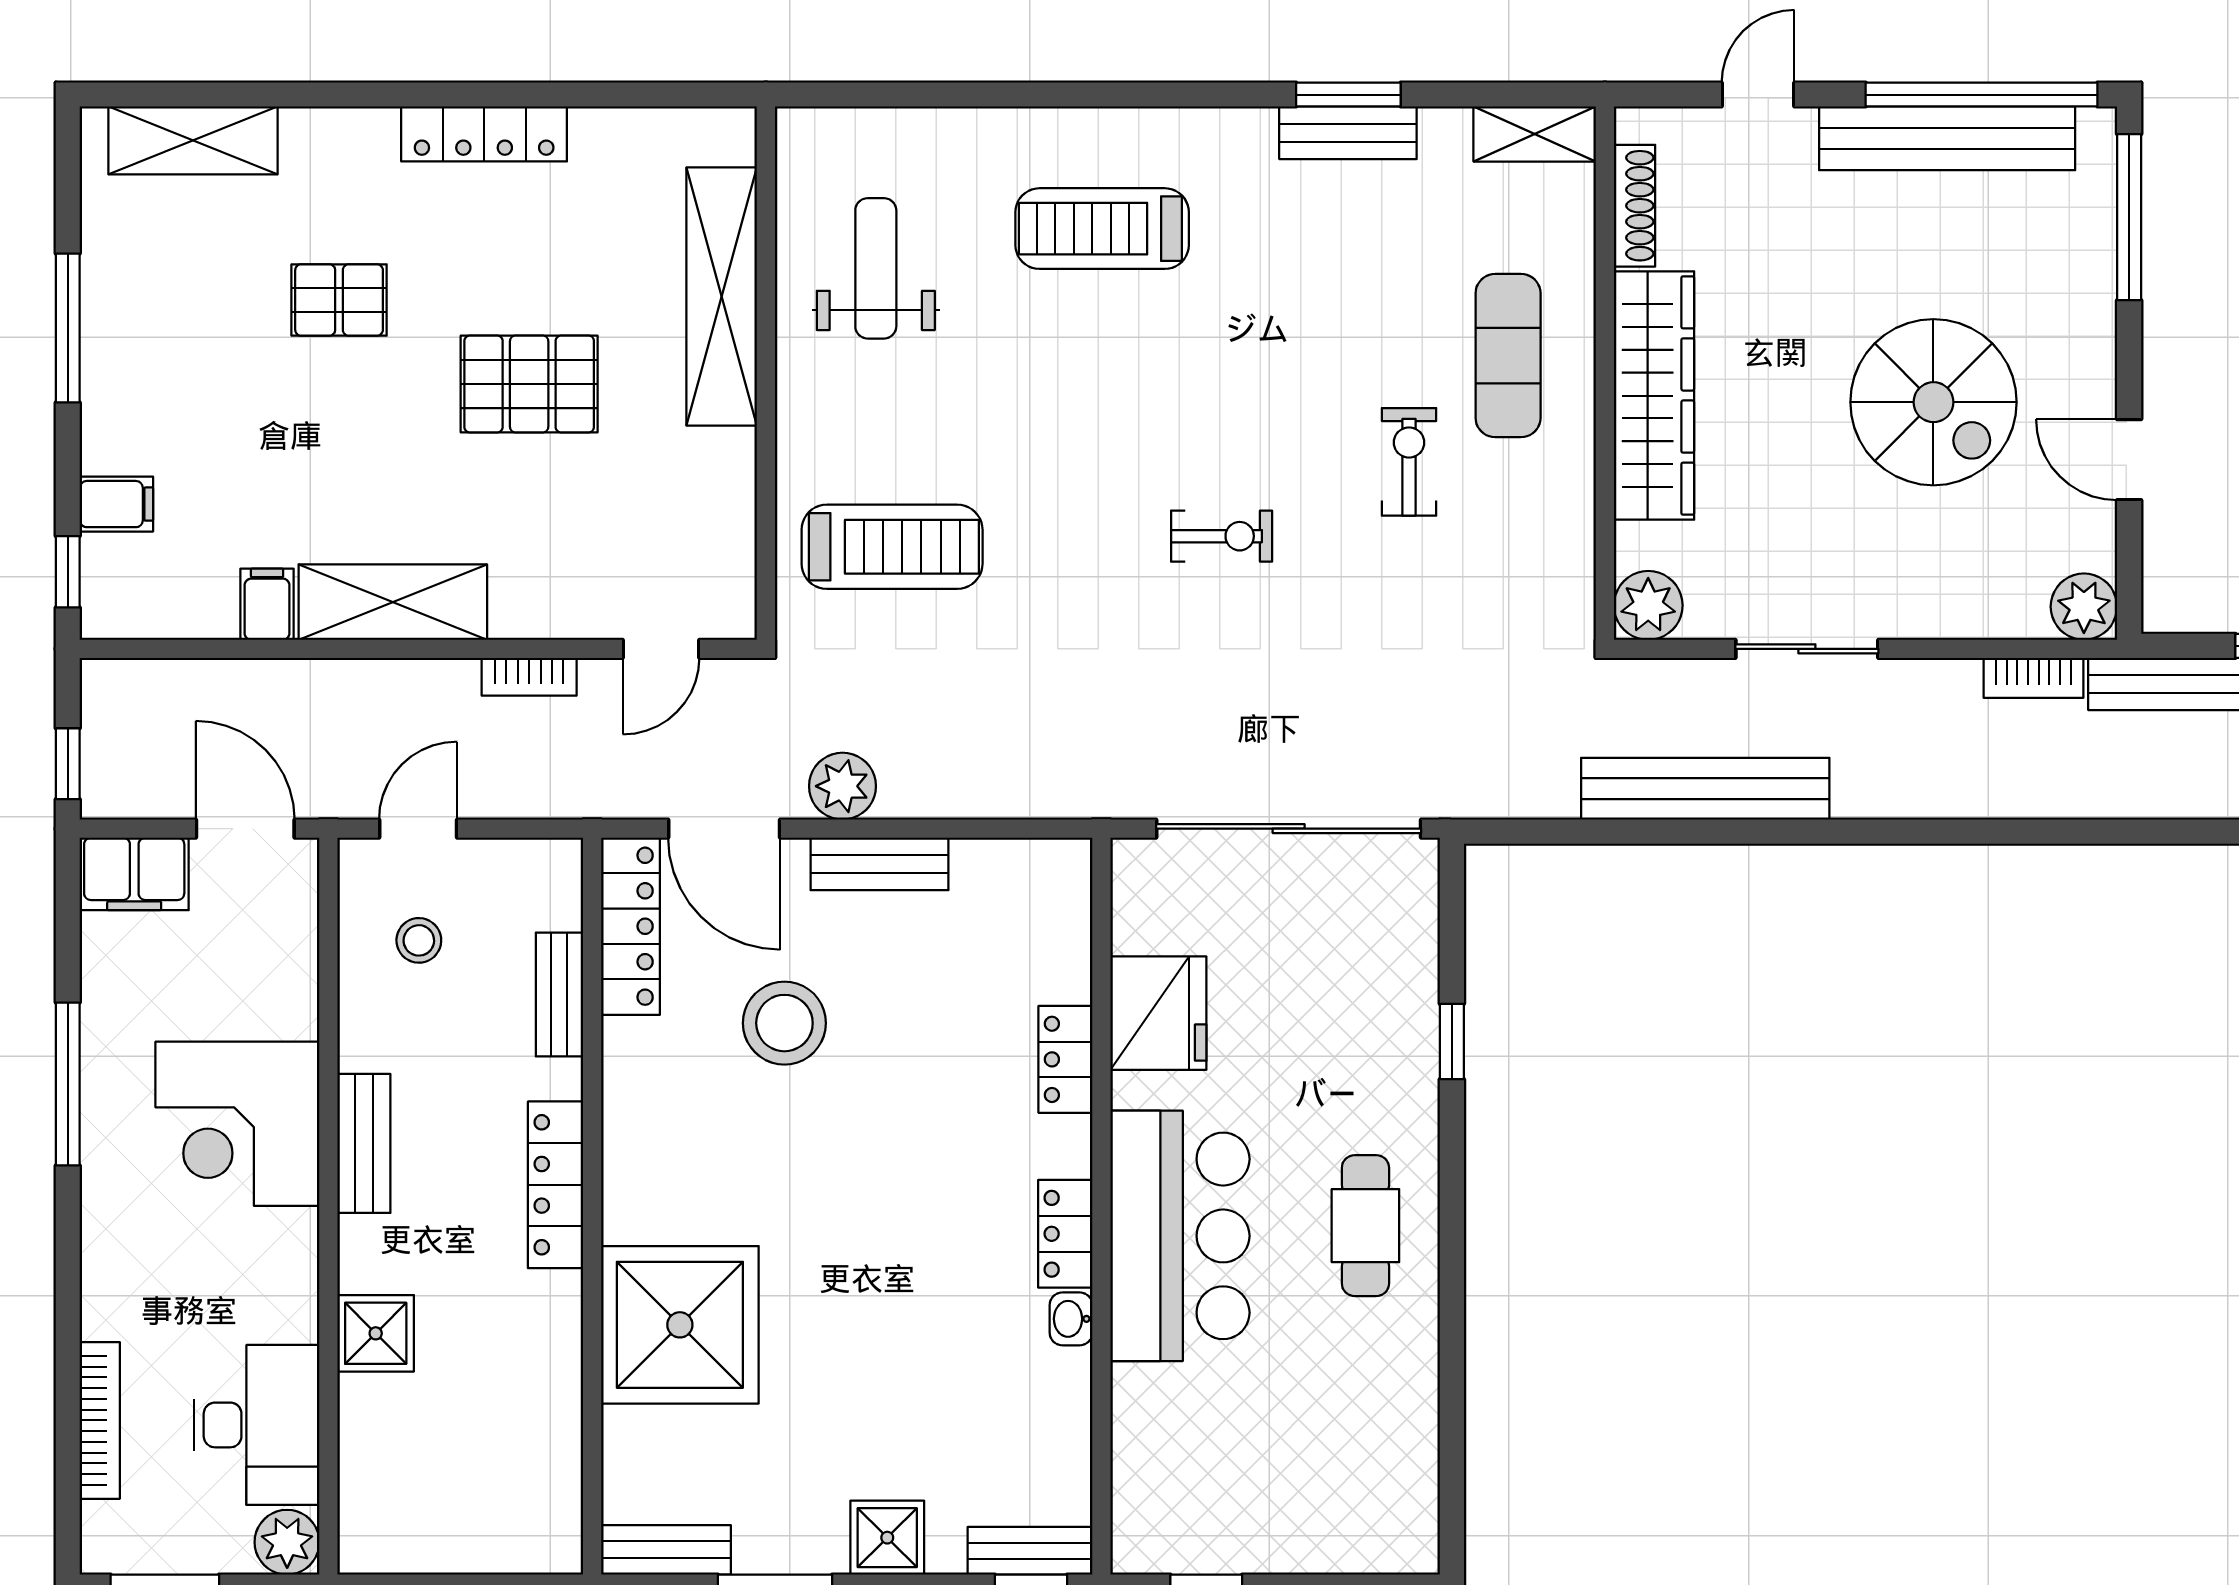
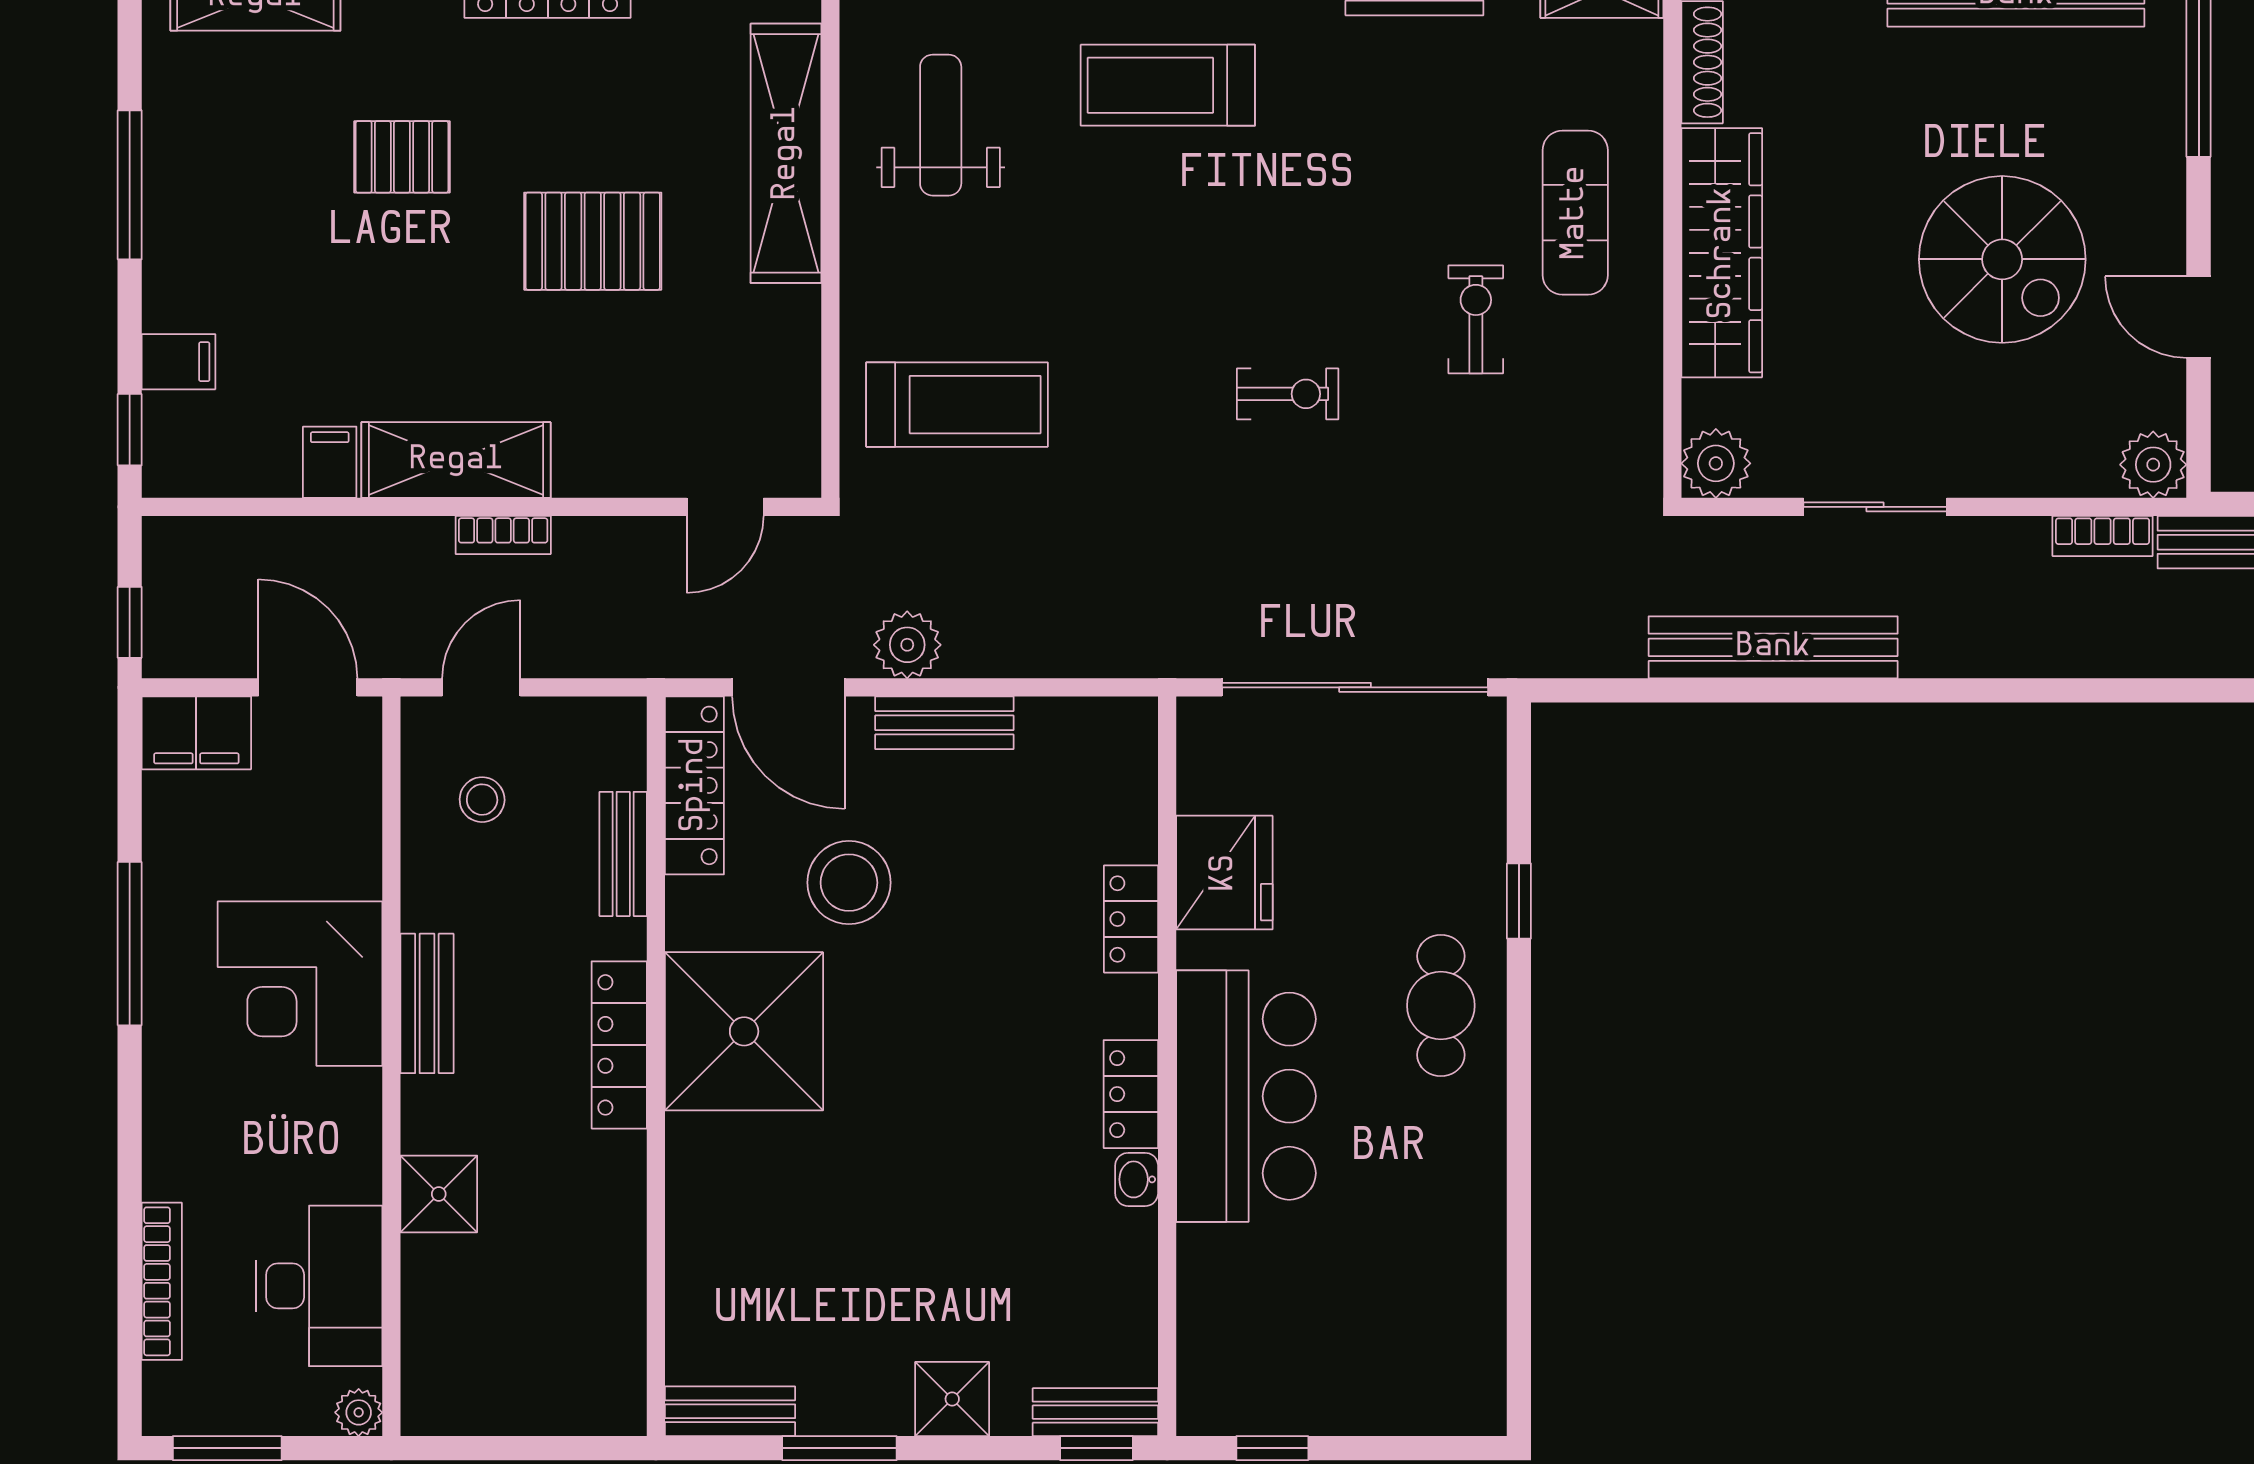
bookcase: (529, 677) -> (503, 535), moved
cafe table: (1365, 1226) -> (1441, 1006), moved
shower: (680, 1325) -> (744, 1031), moved
plant: (287, 1542) -> (359, 1412), width x0.73, depth x0.73

